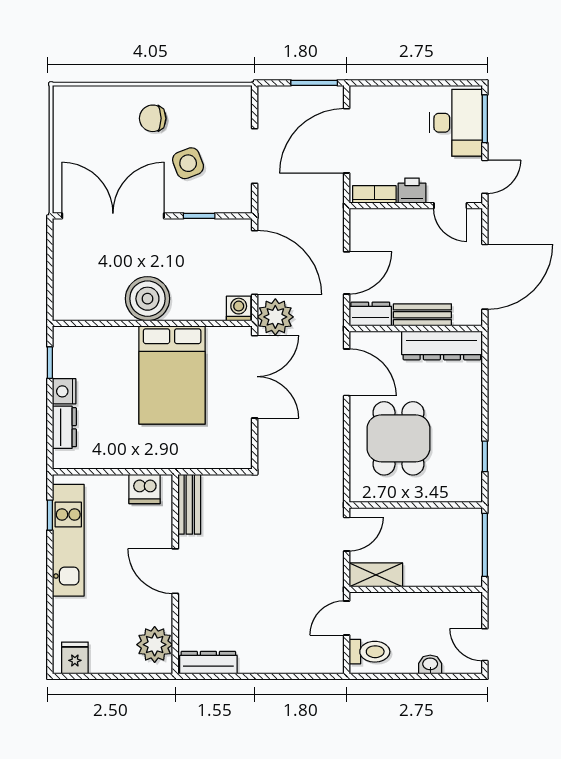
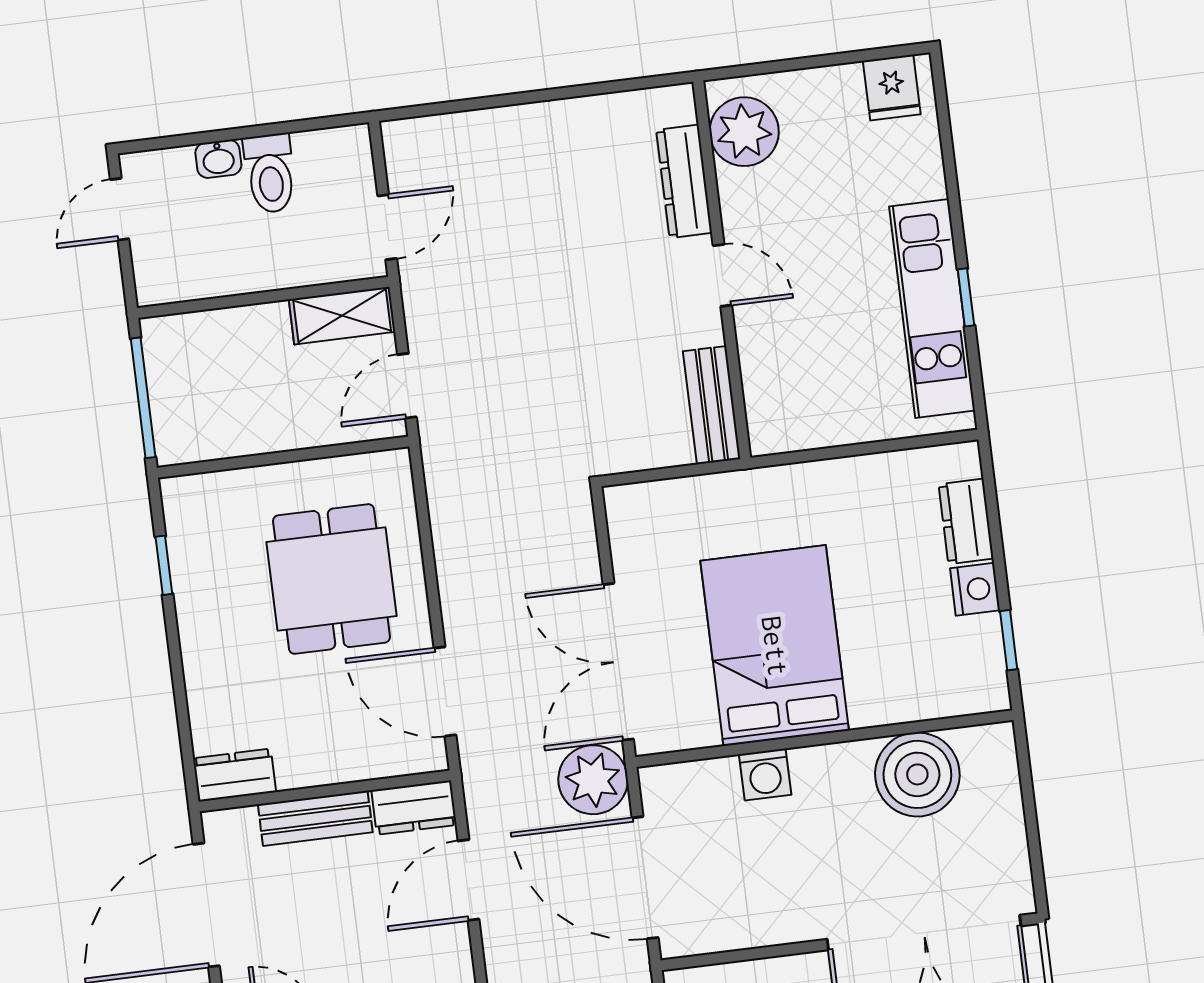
window: (199, 216) -> (761, 953), removed
boiler: (147, 299) -> (917, 774), moved
washing machine: (239, 308) -> (765, 774), moved
dresser: (442, 345) -> (234, 775), width x0.51, depth x0.80
dishwasher: (145, 489) -> (800, 424), removed
window: (50, 515) -> (966, 297), moved
door: (175, 571) -> (722, 275), width x0.73
door: (485, 645) -> (120, 209), swing flipped
toilet: (370, 652) -> (270, 173), moved, turned -90
dresser: (208, 663) -> (684, 181), moved, turned 90

